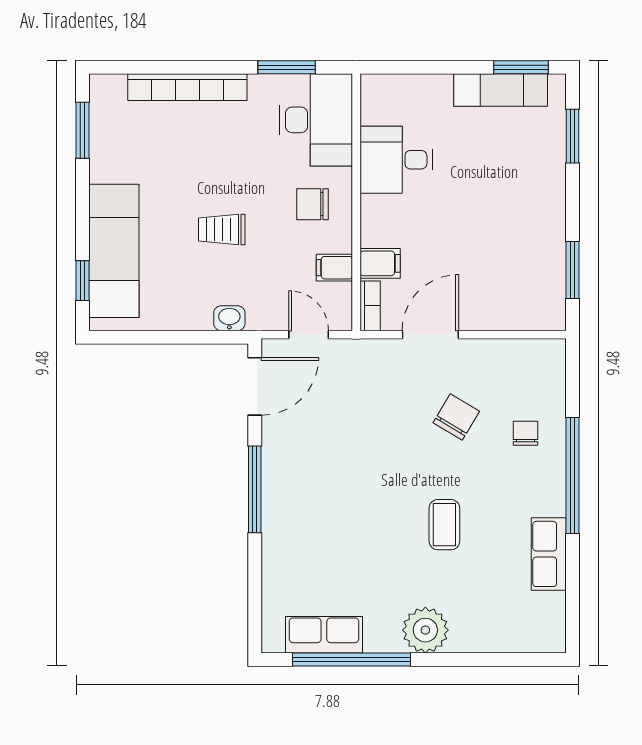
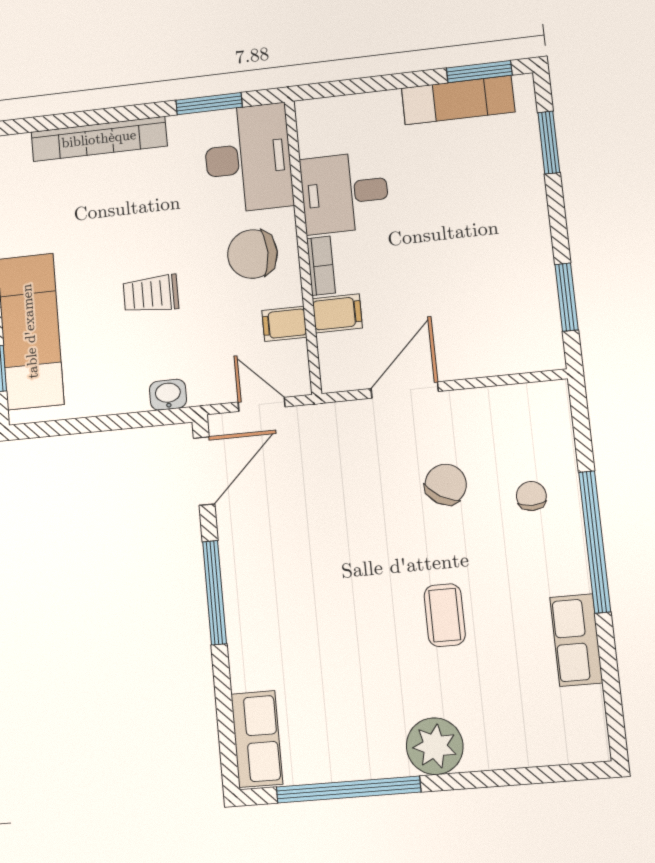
chair: (312, 204) -> (252, 254), width x1.37, depth x1.37
bookcase: (370, 306) -> (321, 266), moved
row of seats: (324, 635) -> (257, 739), moved, turned 90

